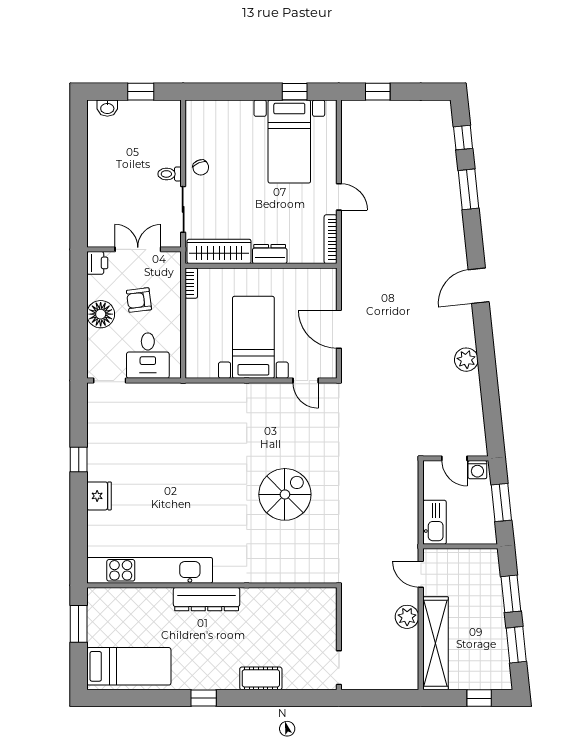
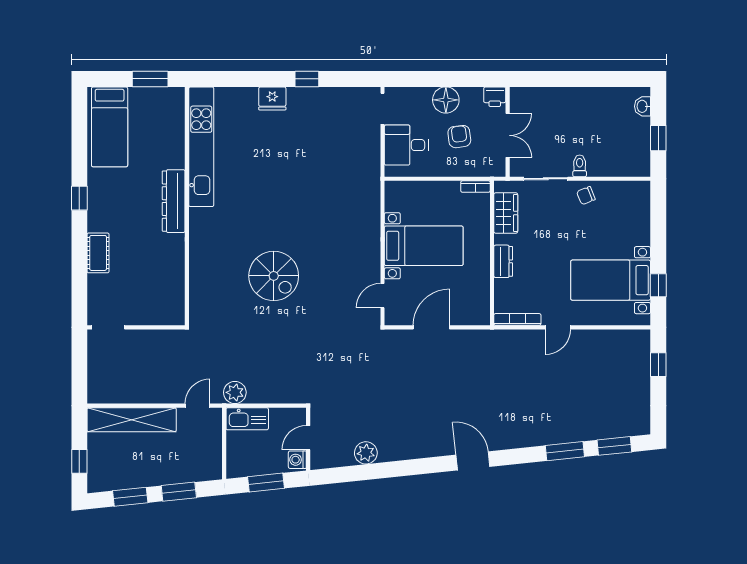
window: (463, 138) -> (614, 446), width x1.50
wardrobe: (219, 251) -> (506, 213), width x0.67
plant: (466, 360) -> (366, 453), moved
plant: (407, 617) -> (235, 392), moved

